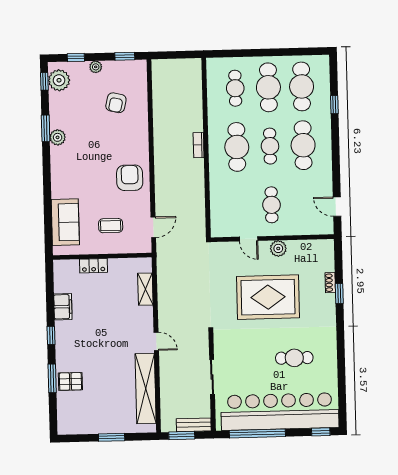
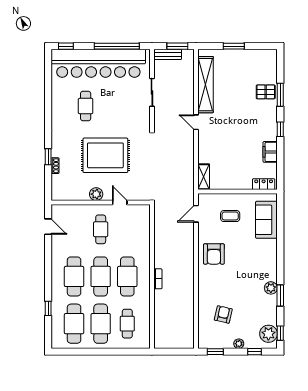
cafe table: (270, 146) -> (101, 276), width x1.37, depth x1.35
locker: (94, 266) -> (264, 184), moved
shelving: (145, 289) -> (204, 177), moved
cafe table: (294, 358) -> (86, 106), turned 90

